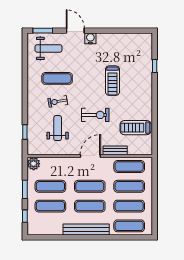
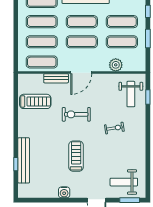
water cooler: (90, 38) -> (64, 192), moved
bench: (147, 70) -> (24, 160), added
exercise mat: (57, 78) -> (115, 151), removed
treadmill: (113, 81) -> (76, 156), moved
weight bench: (58, 128) -> (131, 94), moved
plant: (34, 164) -> (116, 65), moved

